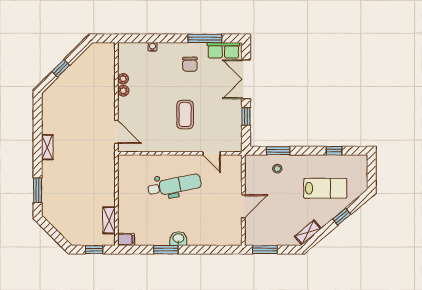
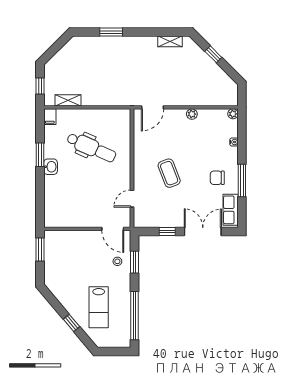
window: (205, 38) -> (242, 181), moved
plant: (123, 79) -> (233, 114), moved
coffee table: (185, 115) -> (169, 173), turned 69
shelving: (47, 147) -> (170, 41), moved
window: (334, 151) -> (135, 316), width x3.17
dental chair: (174, 185) -> (91, 148), moved, turned -55
window: (38, 190) -> (111, 32), moved
door: (243, 206) -> (113, 229), moved
shelving: (308, 232) -> (56, 291), removed

